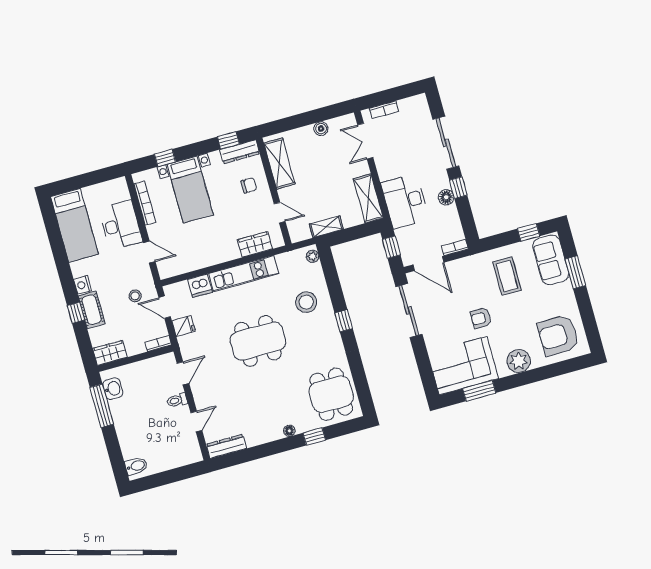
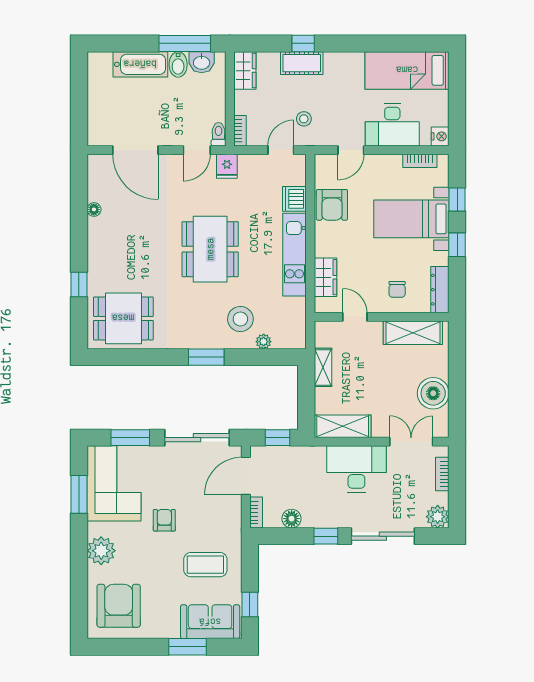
plant: (419, 104) -> (438, 517), added
boiler: (321, 129) -> (433, 393), width x1.86, depth x1.86
window: (228, 140) -> (457, 245), moved
floor lamp: (446, 197) -> (292, 519), moved
desk: (405, 201) -> (356, 469), moved
bookcase: (145, 203) -> (420, 161), width x0.64
door: (280, 213) -> (355, 317), swing flipped
armchair: (196, 255) -> (332, 205), added
plant: (313, 256) -> (264, 342), moved
nightstand: (82, 285) -> (440, 136), moved, turned 90
window: (344, 321) -> (206, 357), width x1.50
fridge: (184, 326) -> (227, 166), moved
window: (423, 363) -> (130, 438), added
door: (183, 373) -> (197, 150), hinge flipped
toilet: (177, 400) -> (219, 134), moved
door: (196, 422) -> (135, 150), width x1.87
floor lamp: (289, 431) -> (94, 209), moved
bathtub: (128, 436) -> (140, 64), added
dresser: (226, 446) -> (96, 177), removed
bidet: (136, 466) -> (178, 64), moved

